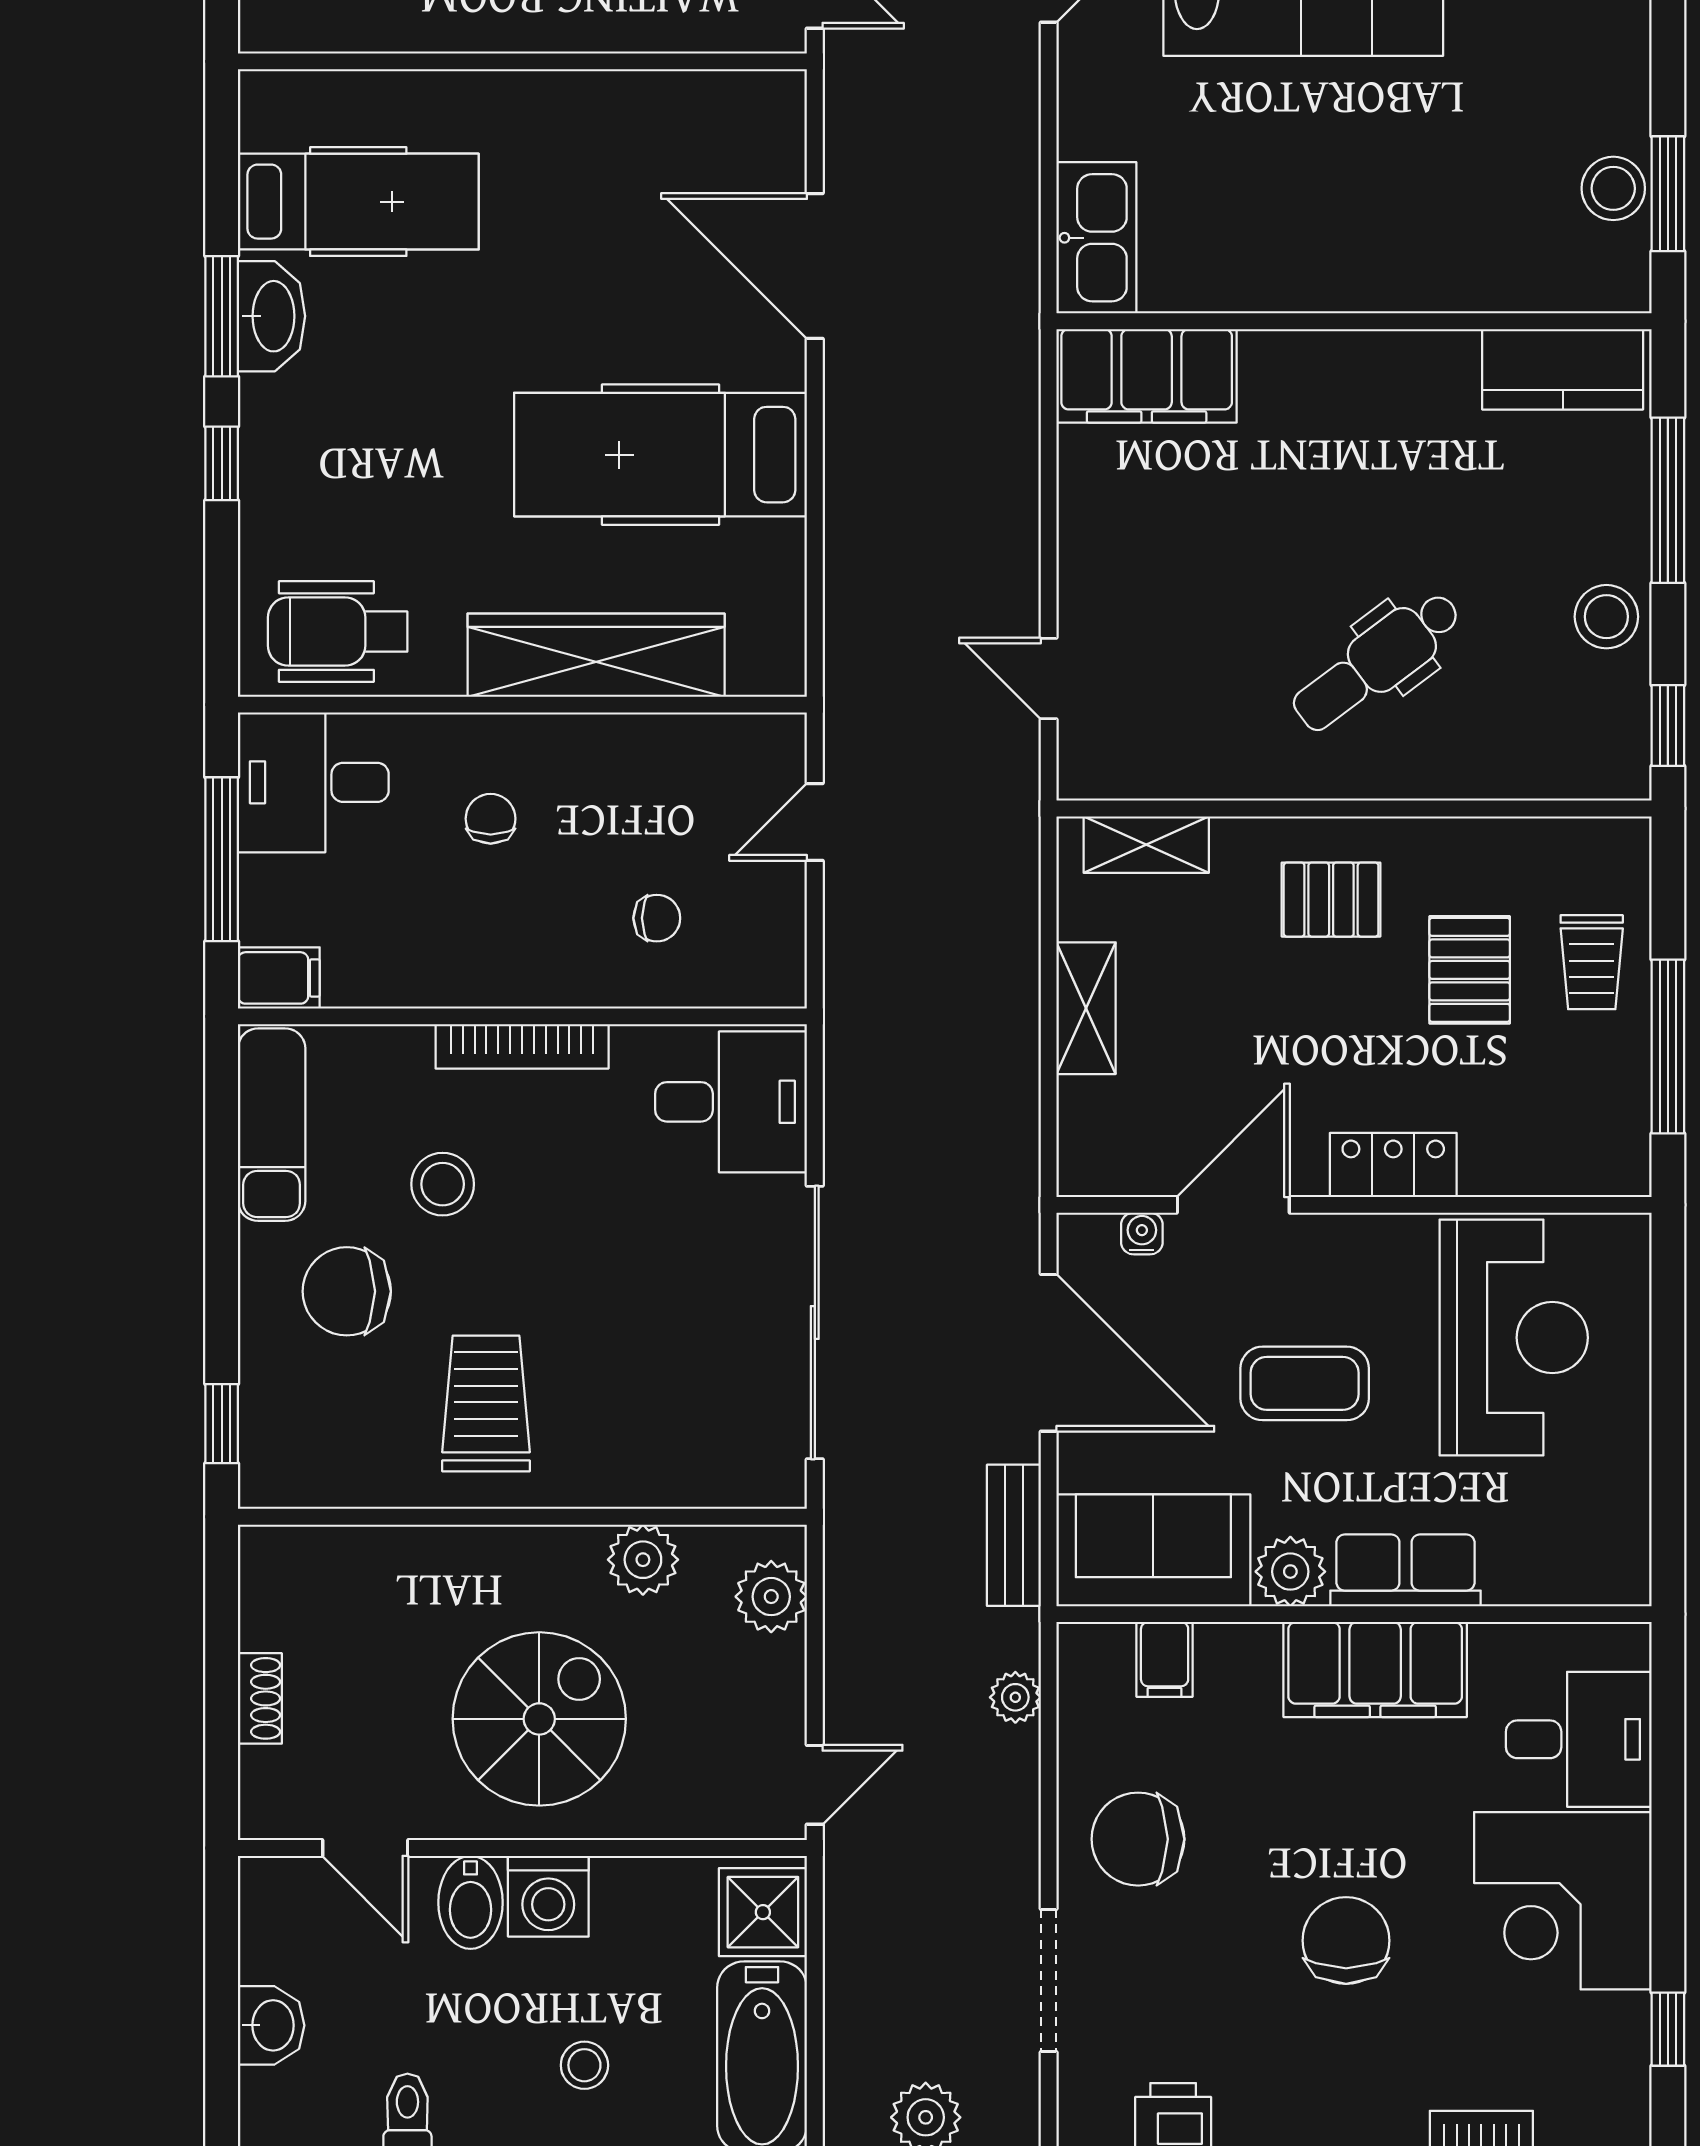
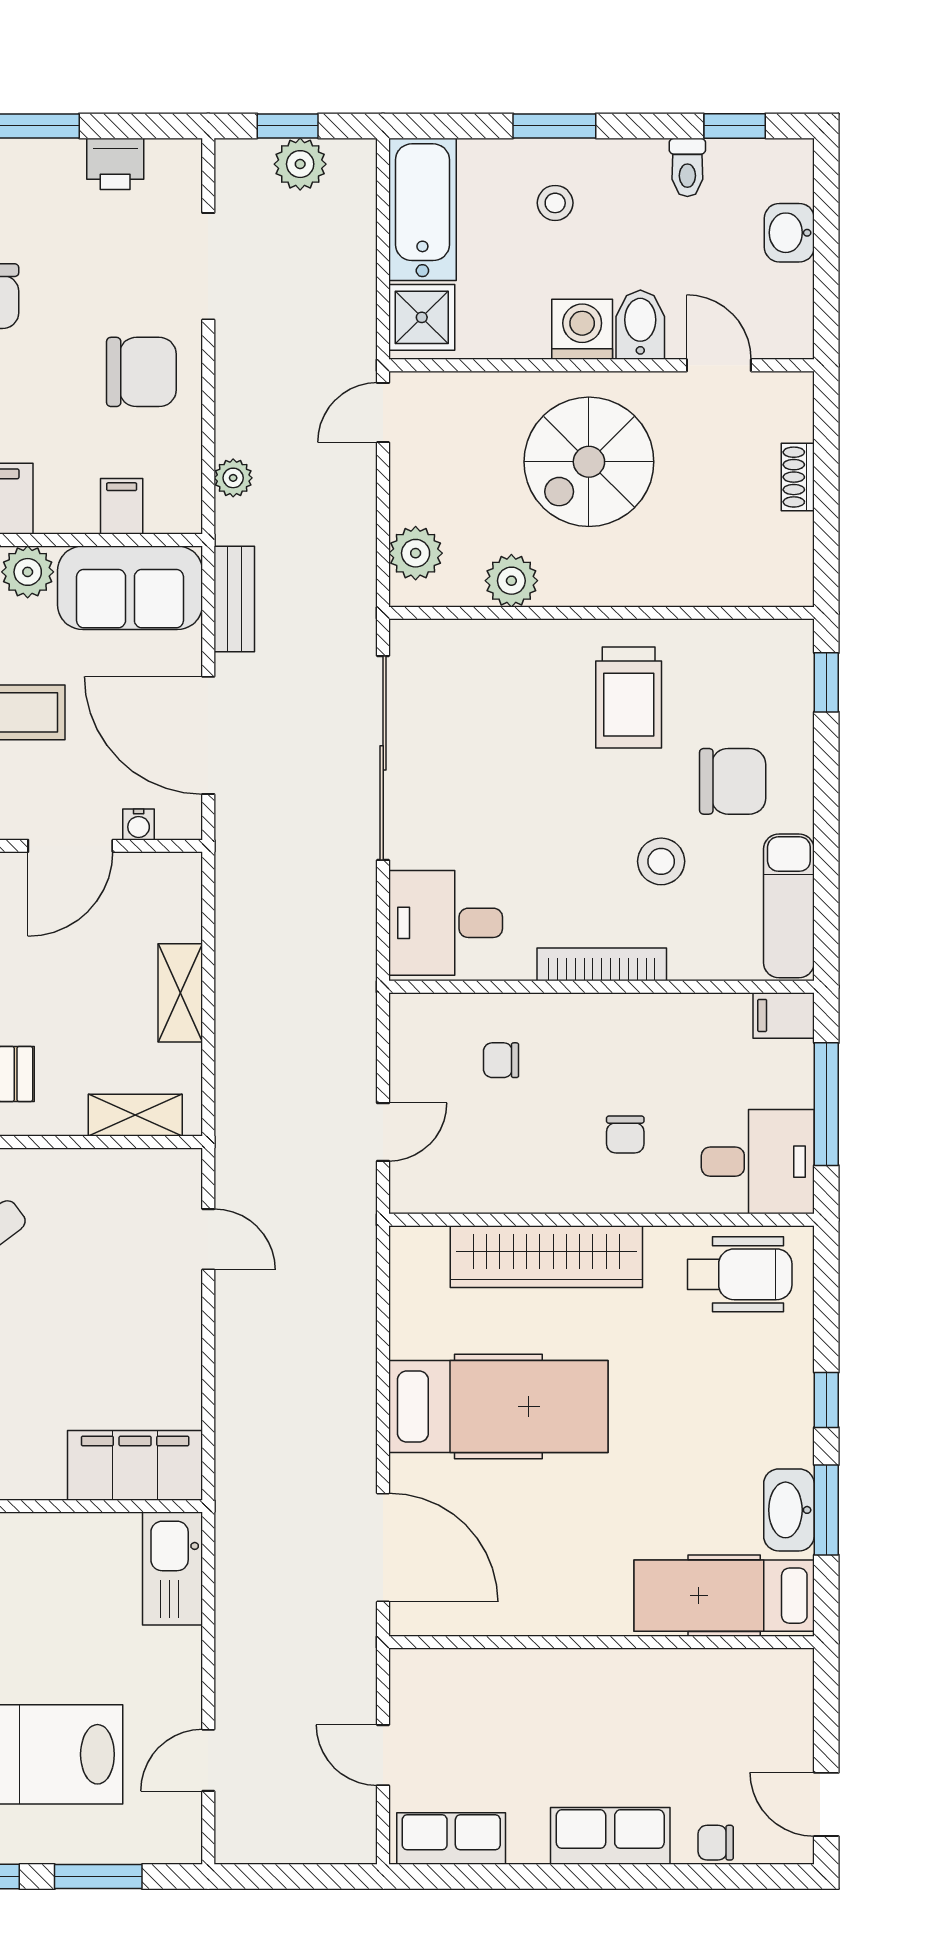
wall: (522, 61) -> (601, 1642), moved

